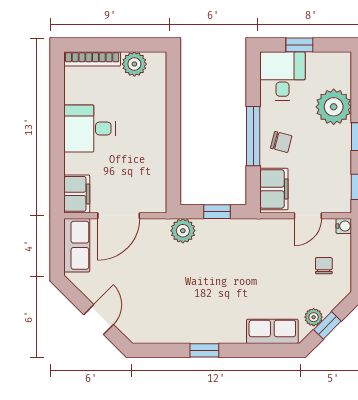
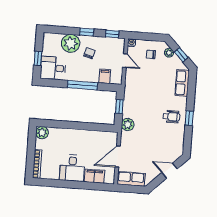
plant: (134, 64) -> (42, 133), moved
chair: (281, 142) -> (89, 53), moved
filing cabinet: (274, 189) -> (105, 76), width x0.50
filing cabinet: (77, 194) -> (94, 176), moved
door: (119, 216) -> (118, 157), swing flipped
wheelchair: (205, 315) -> (171, 117), added
plant: (314, 317) -> (169, 53), moved

